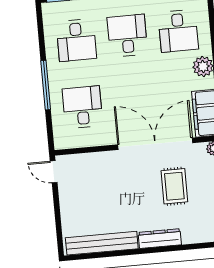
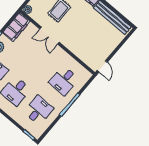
double door: (155, 144) -> (49, 36), width x0.54

